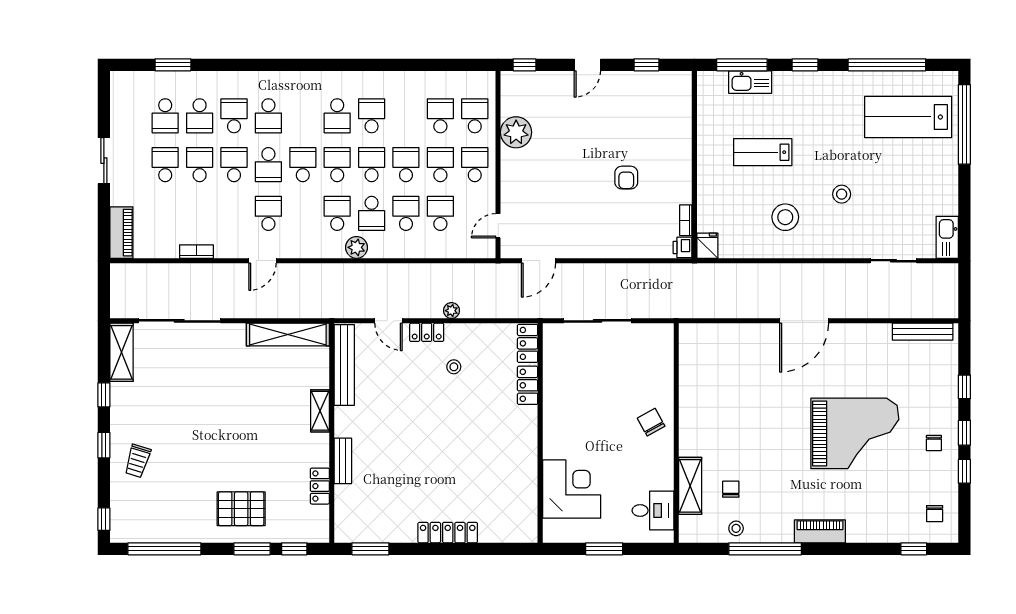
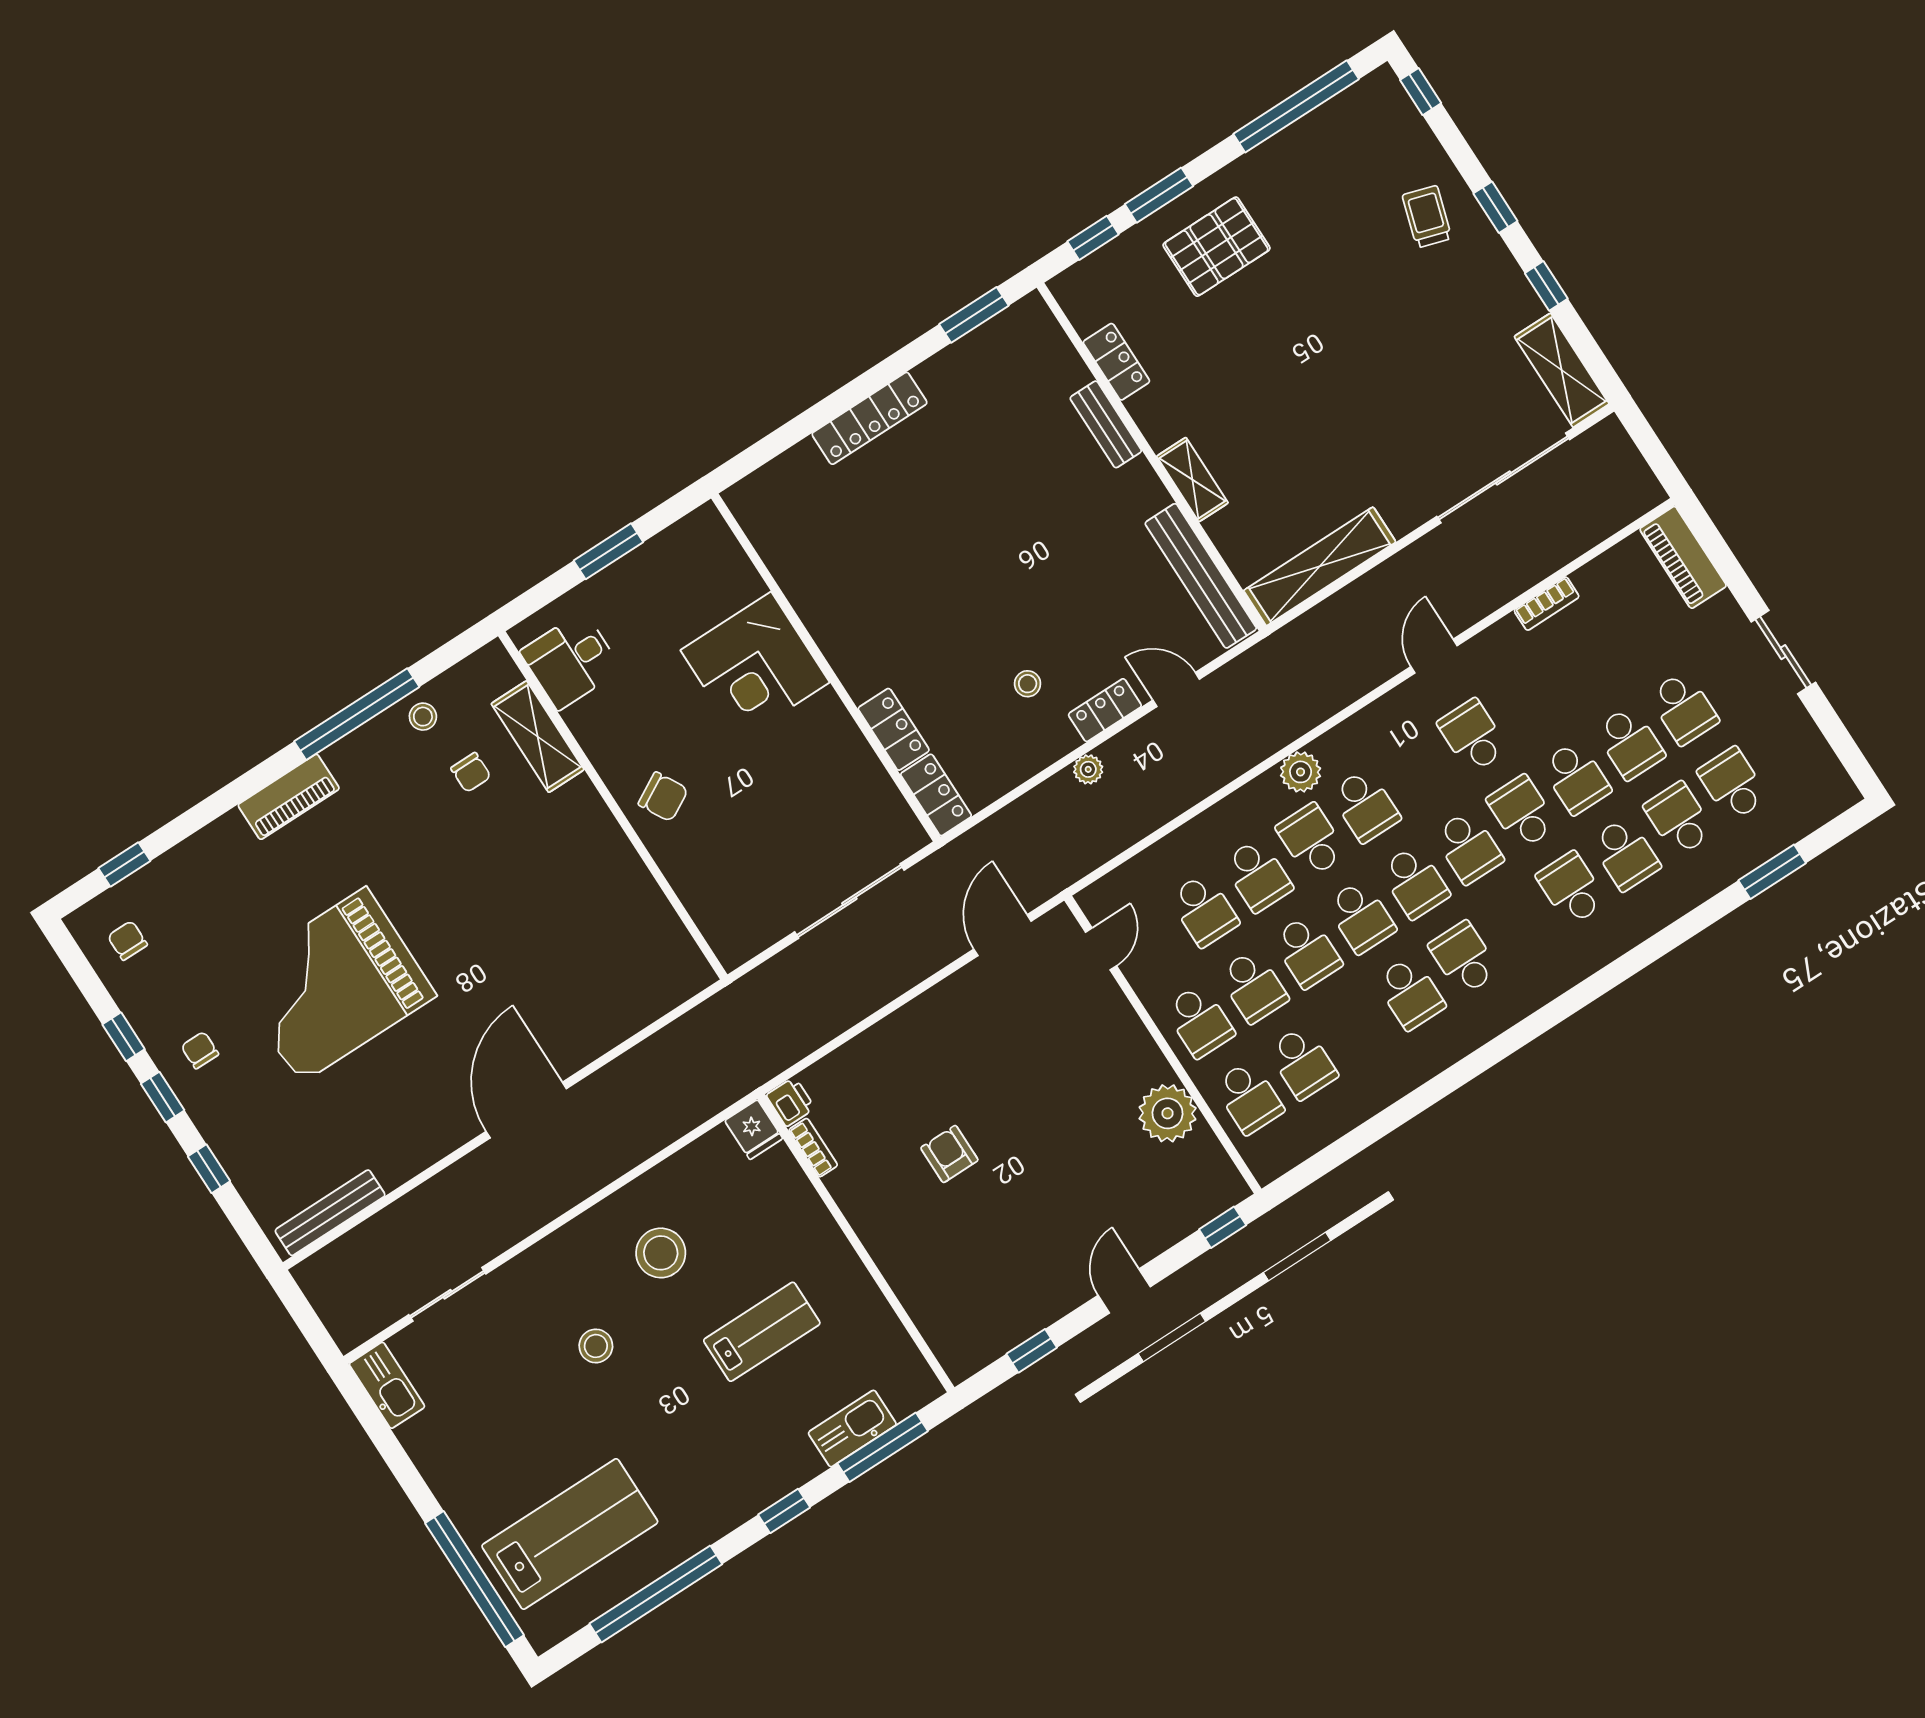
school desk: (268, 213) -> (1473, 736), turned 180
corner desk: (572, 489) -> (755, 666), moved

